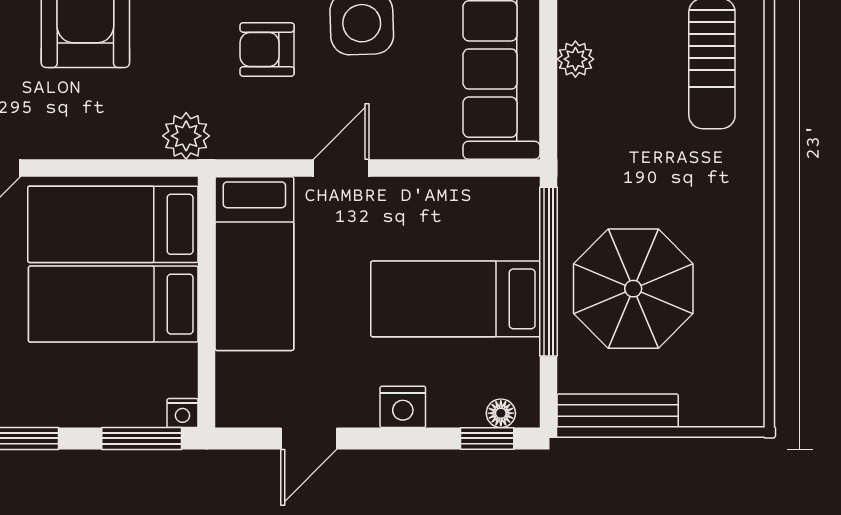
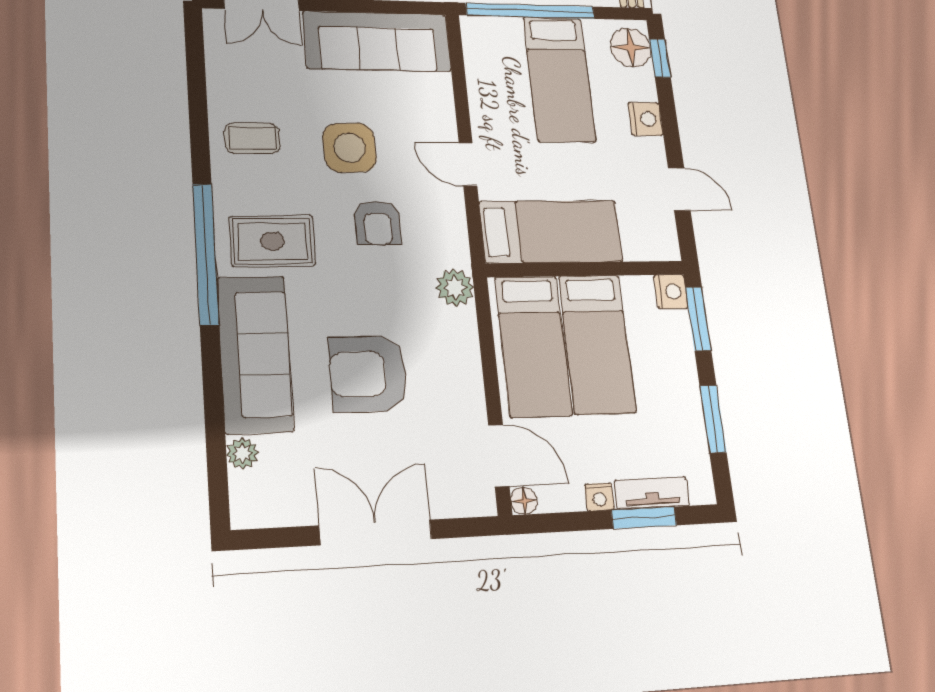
nightstand: (182, 413) -> (671, 292), width x1.39, depth x1.35
floor lamp: (501, 413) -> (631, 48), width x1.89, depth x1.89

